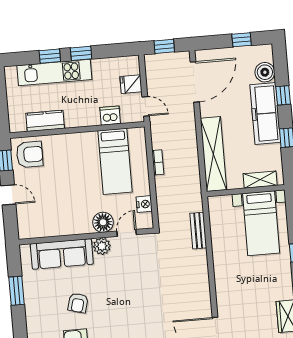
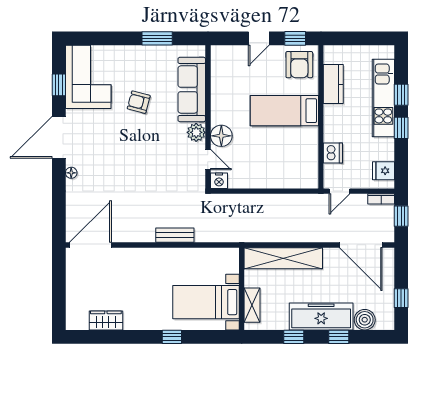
fridge: (131, 84) -> (383, 171), moved, turned -90
bed: (115, 161) -> (284, 111), moved
bookcase: (158, 162) -> (381, 199), moved
nightstand: (144, 204) -> (219, 181), moved
bench: (198, 231) -> (175, 235), moved

